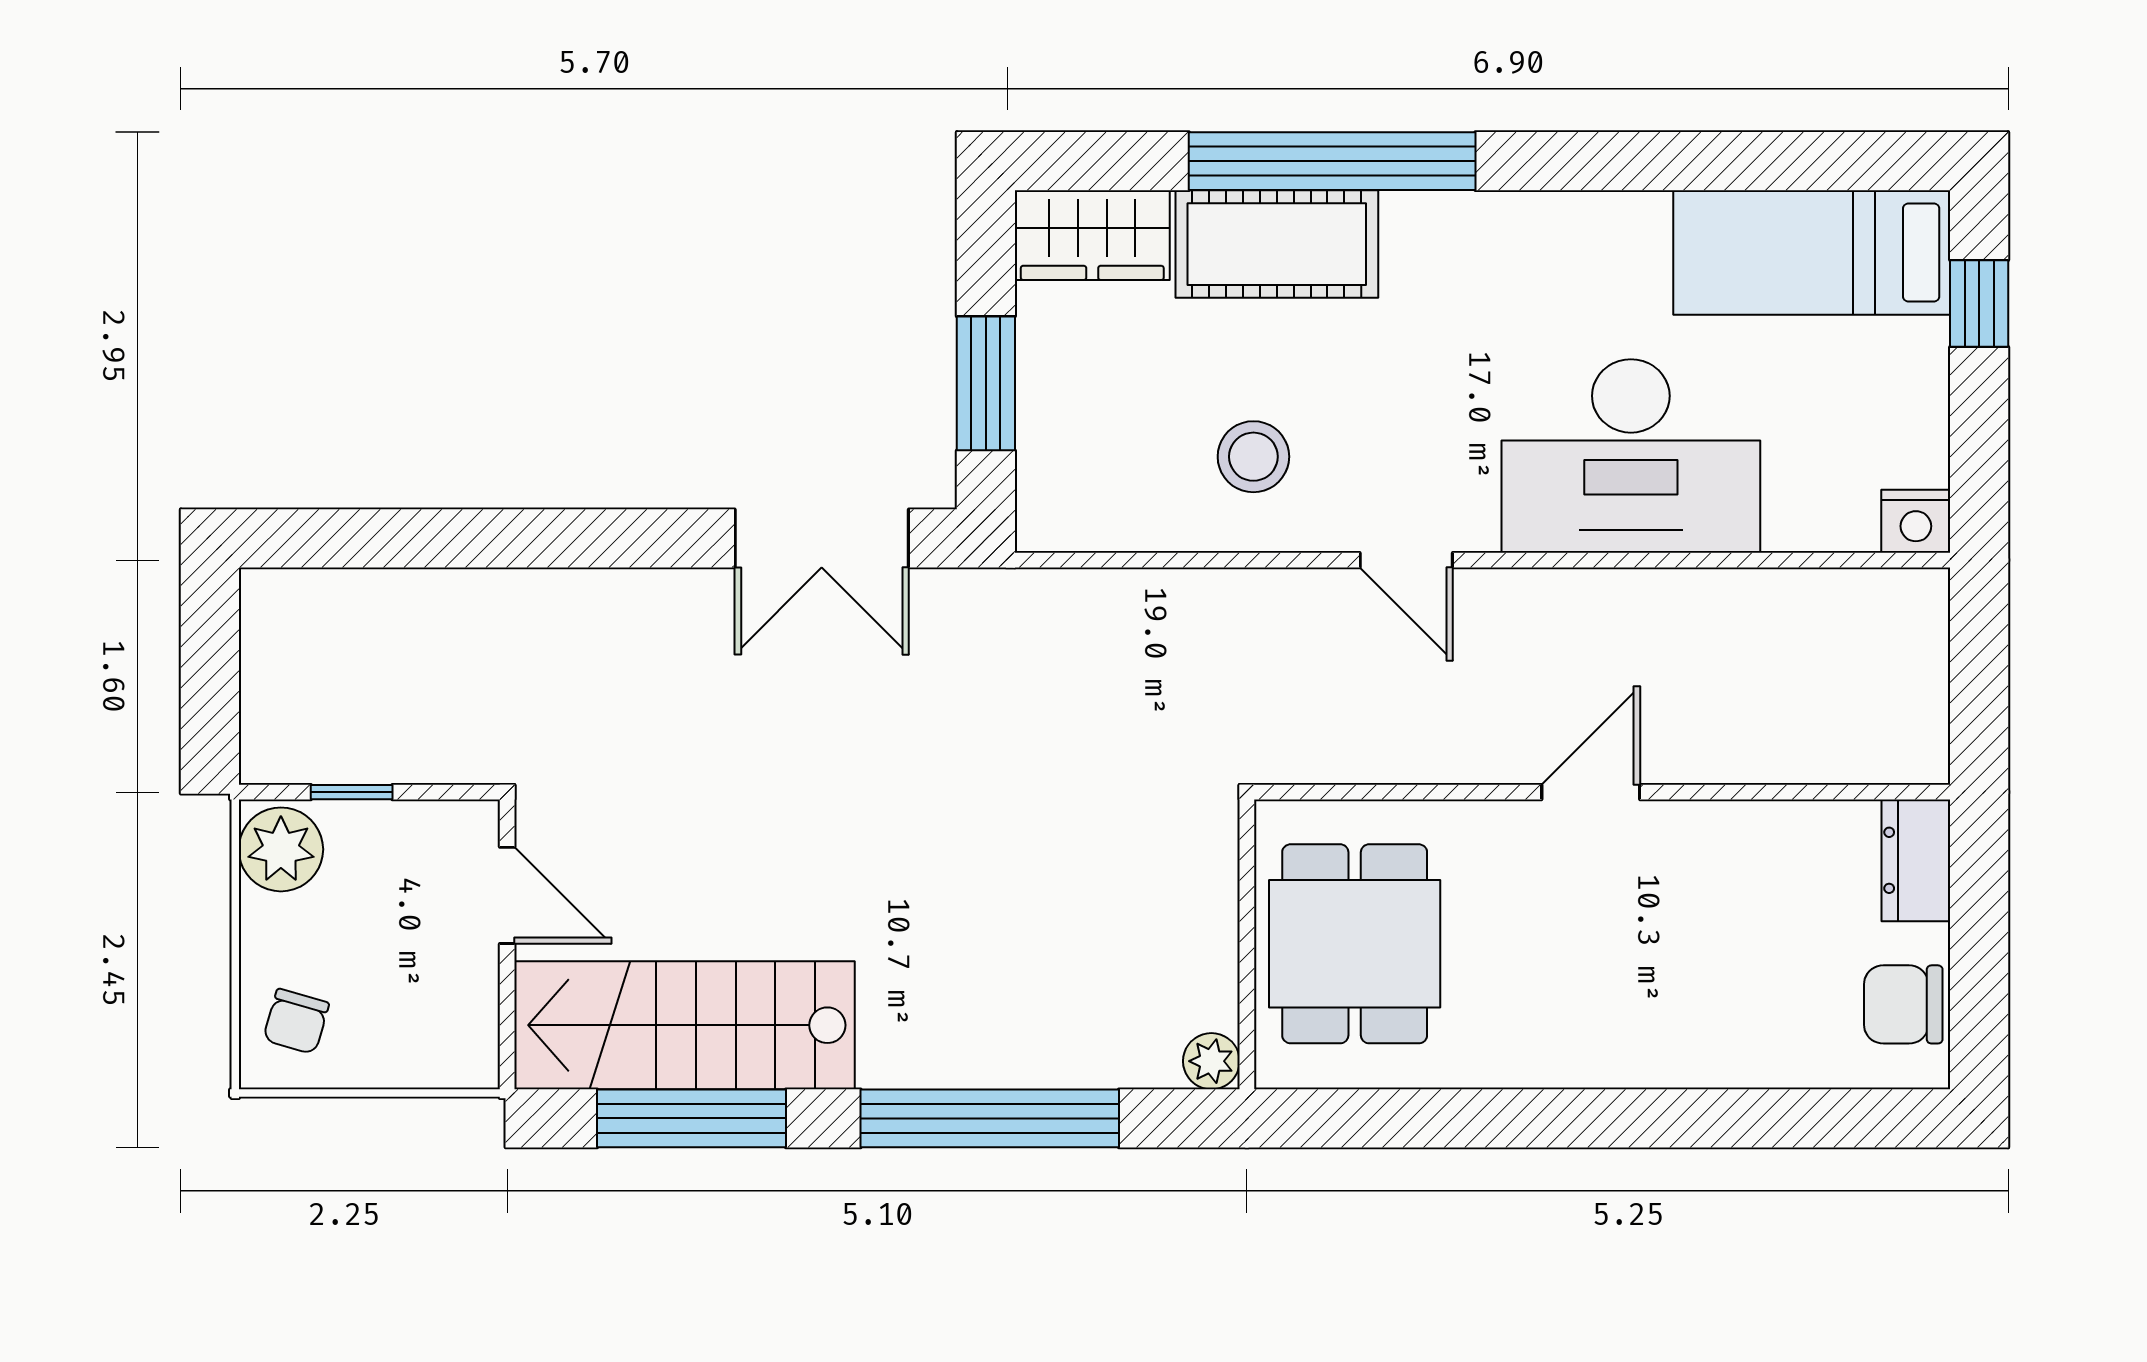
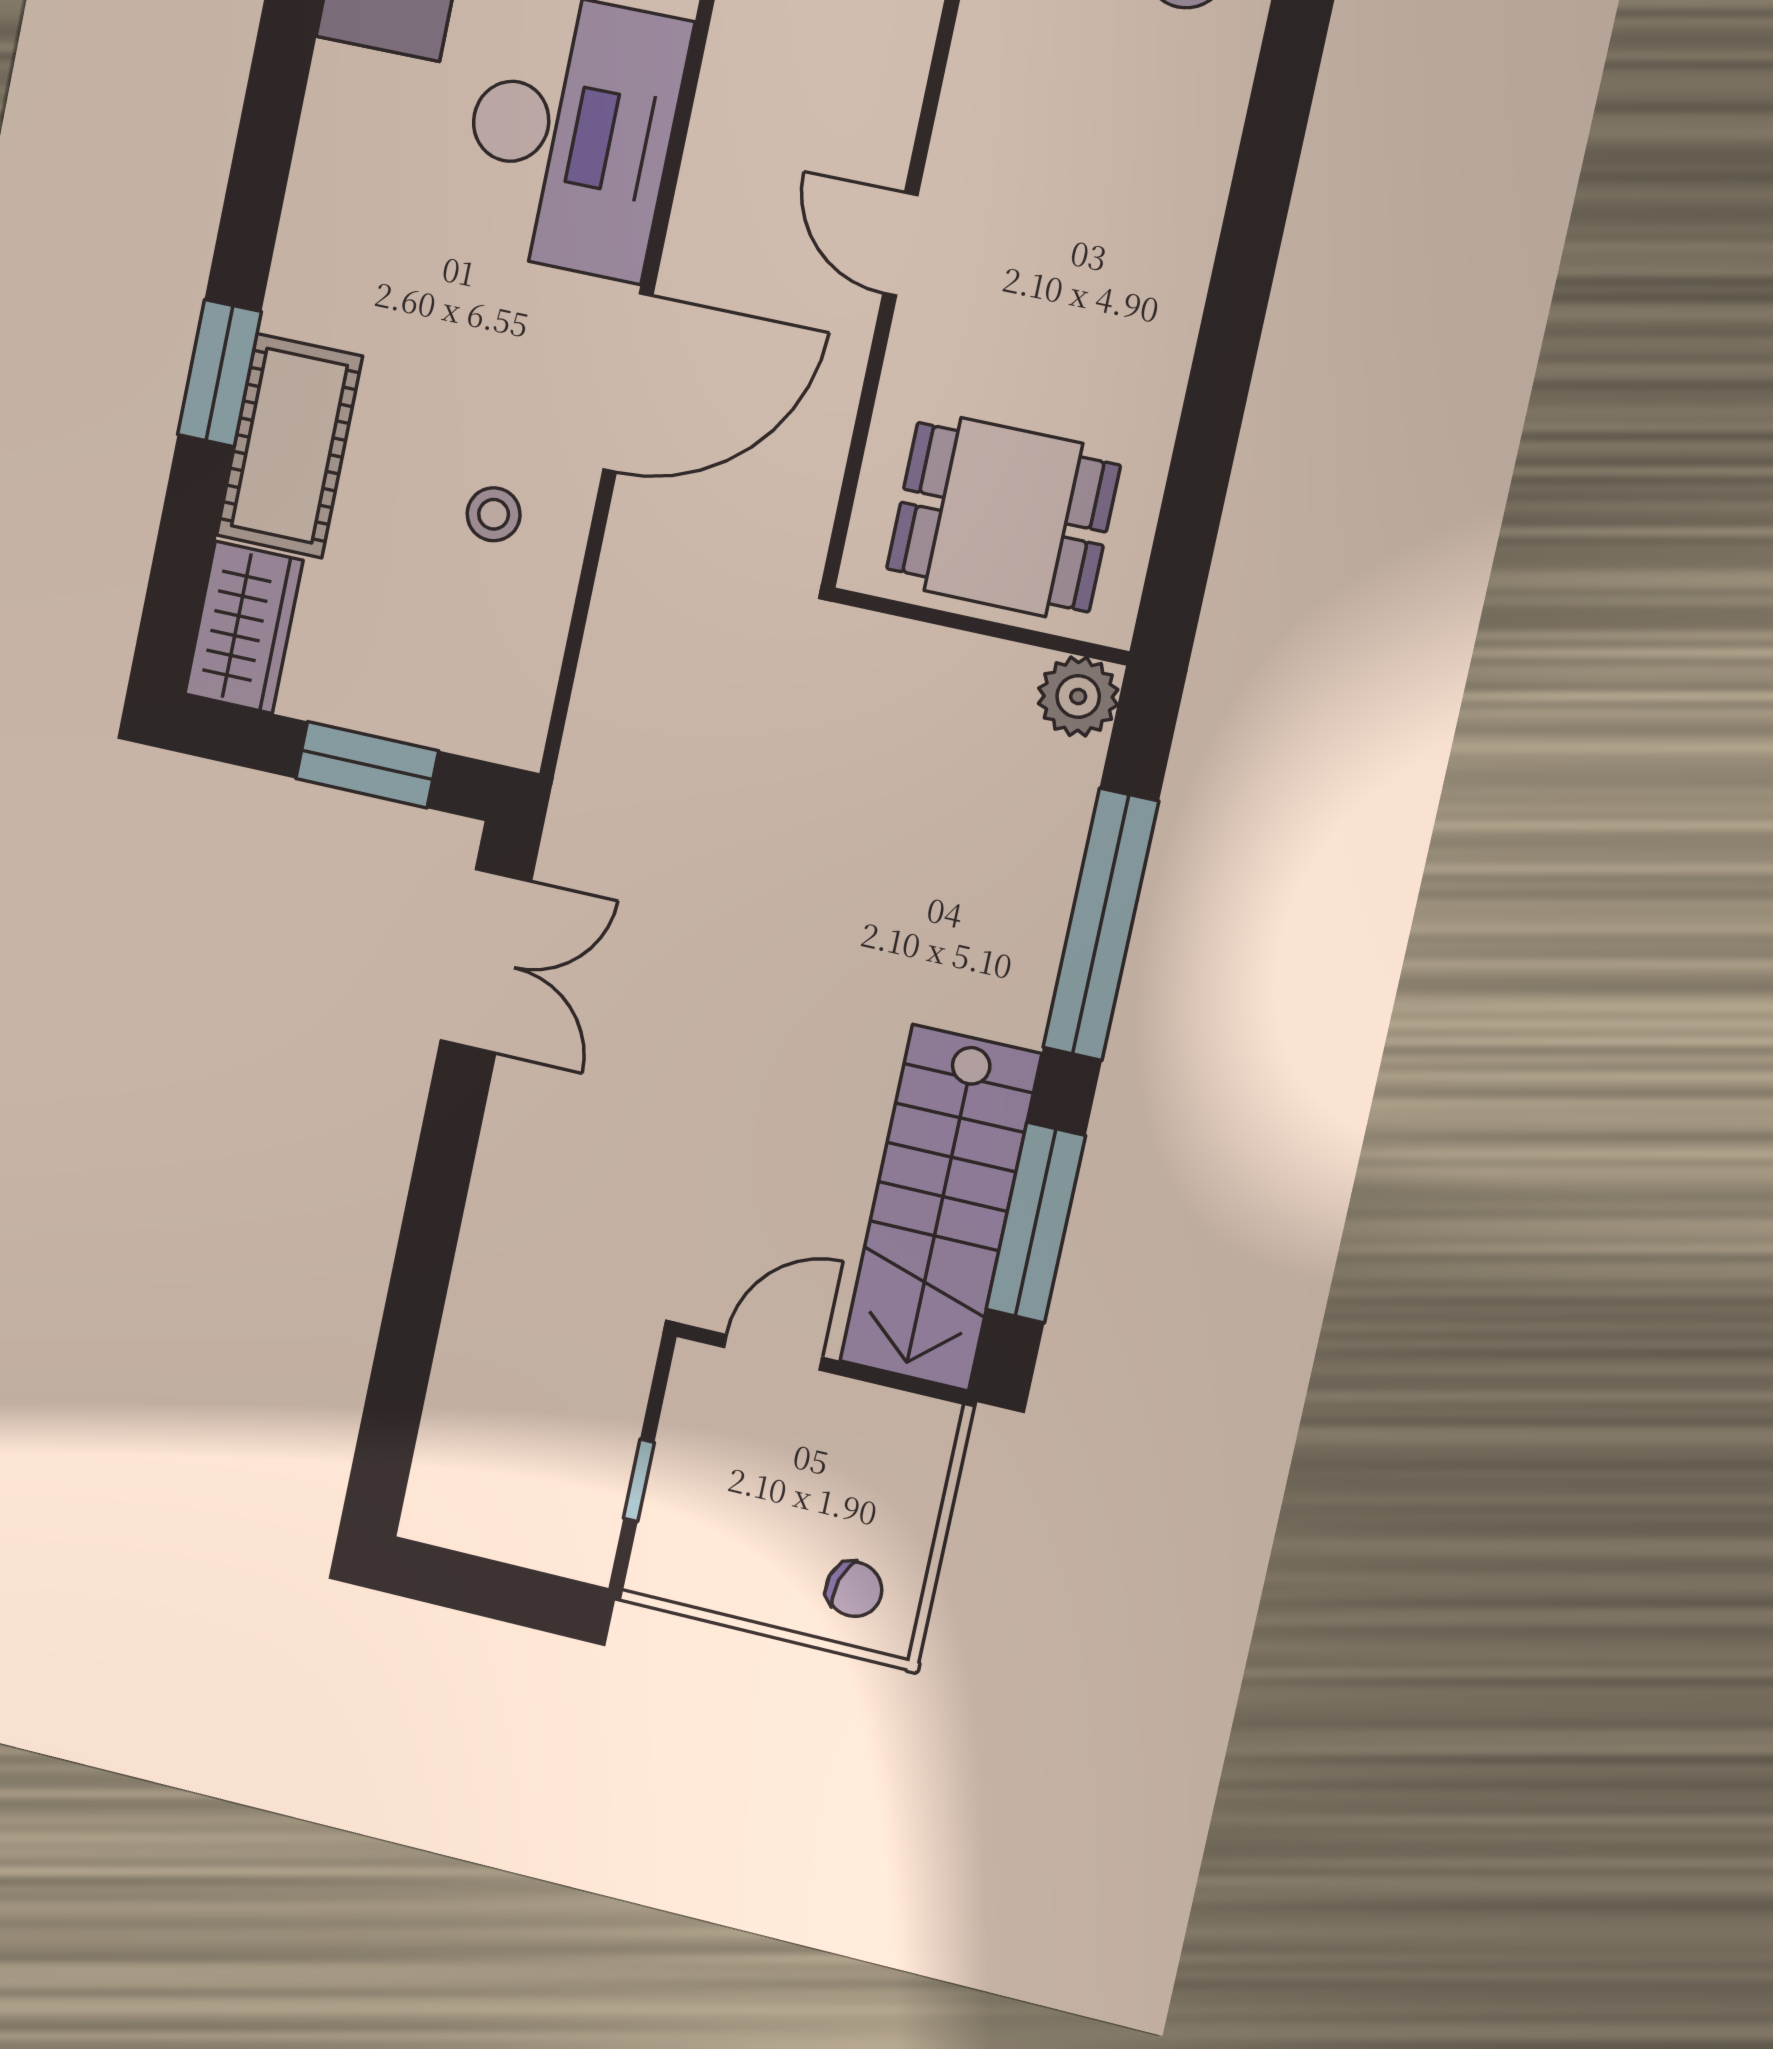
window: (1332, 161) -> (219, 373), width x0.47
stool: (1253, 457) -> (494, 514), width x0.73, depth x0.73
door: (1406, 560) -> (628, 383), width x1.88
plant: (281, 849) -> (681, 1563), removed
plant: (1211, 1061) -> (1078, 697), width x1.38, depth x1.38

